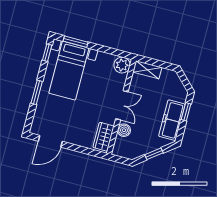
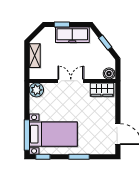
window: (76, 42) -> (27, 135), width x1.44
shelving: (147, 70) -> (35, 56), moved
boiler: (124, 130) -> (109, 74), moved

